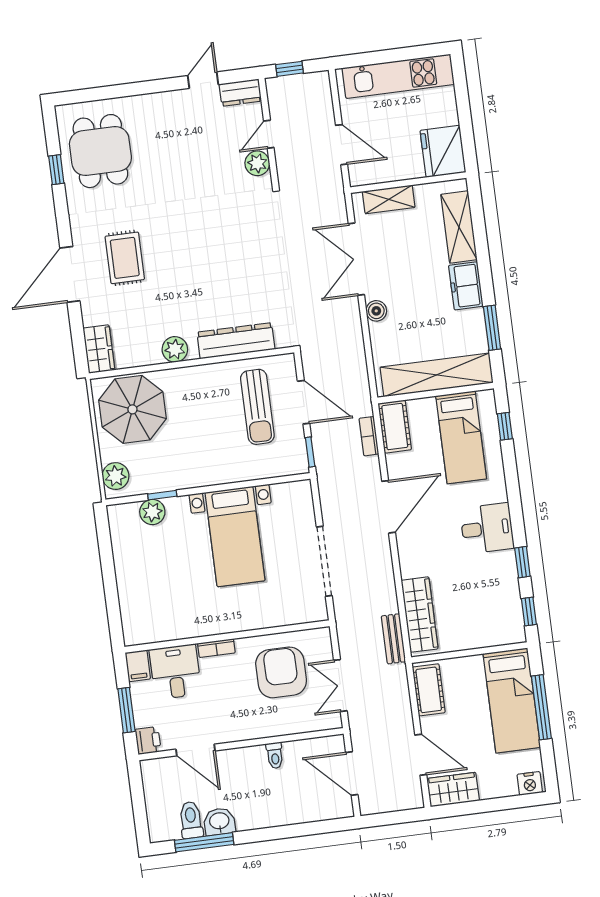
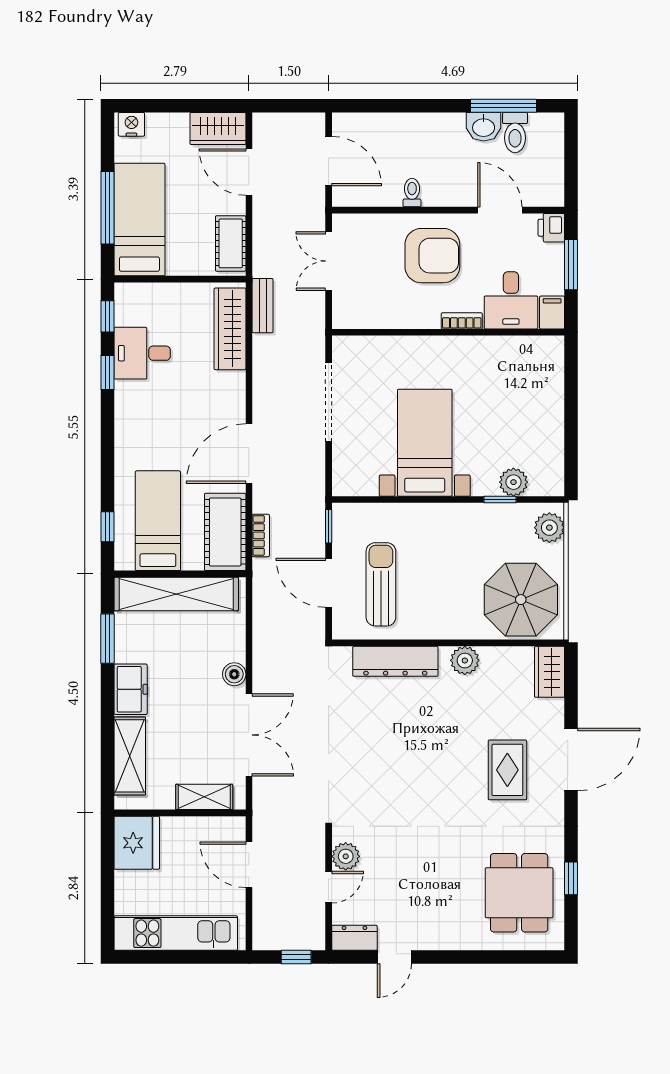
cot: (395, 427) -> (225, 532), width x1.37, depth x1.34
desk: (487, 528) -> (142, 353), moved
armchair: (281, 672) -> (432, 256), moved, turned -90
double door: (340, 686) -> (329, 261), swing flipped

